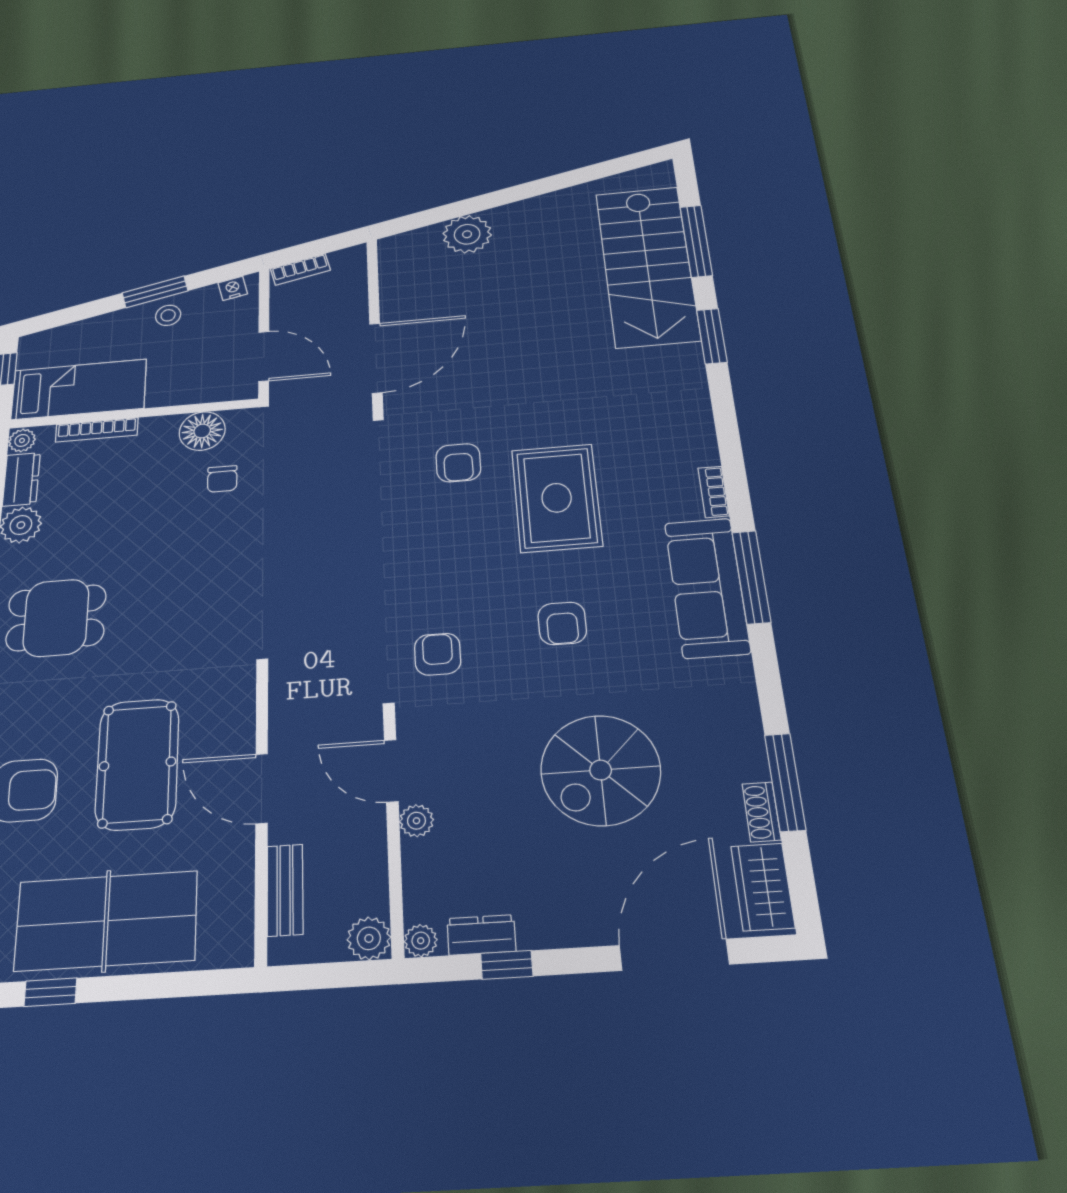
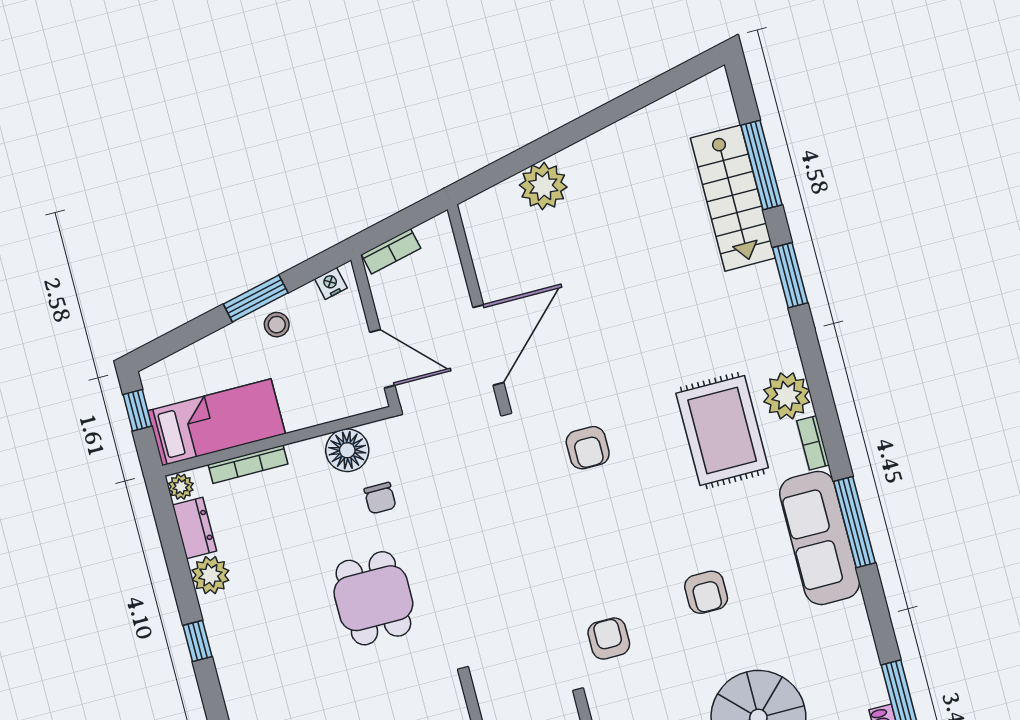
stairs: (647, 266) -> (733, 198), width x0.73, depth x0.66
plant: (690, 444) -> (787, 396), added
rug: (557, 498) -> (722, 430), moved
dining table: (56, 618) -> (373, 598), moved, turned 90

